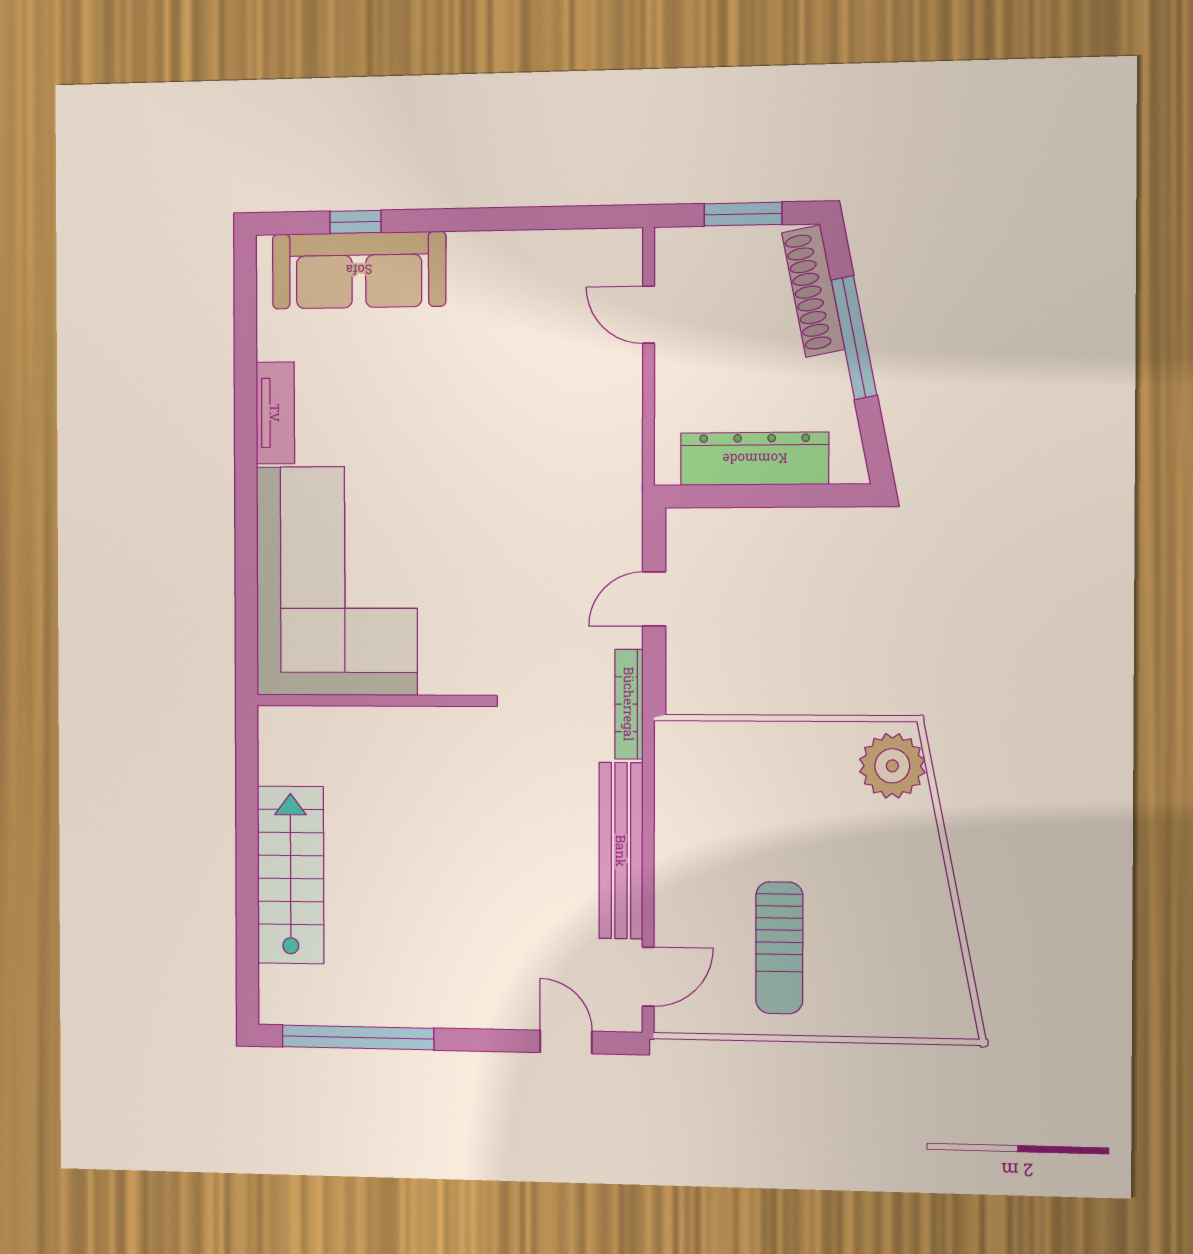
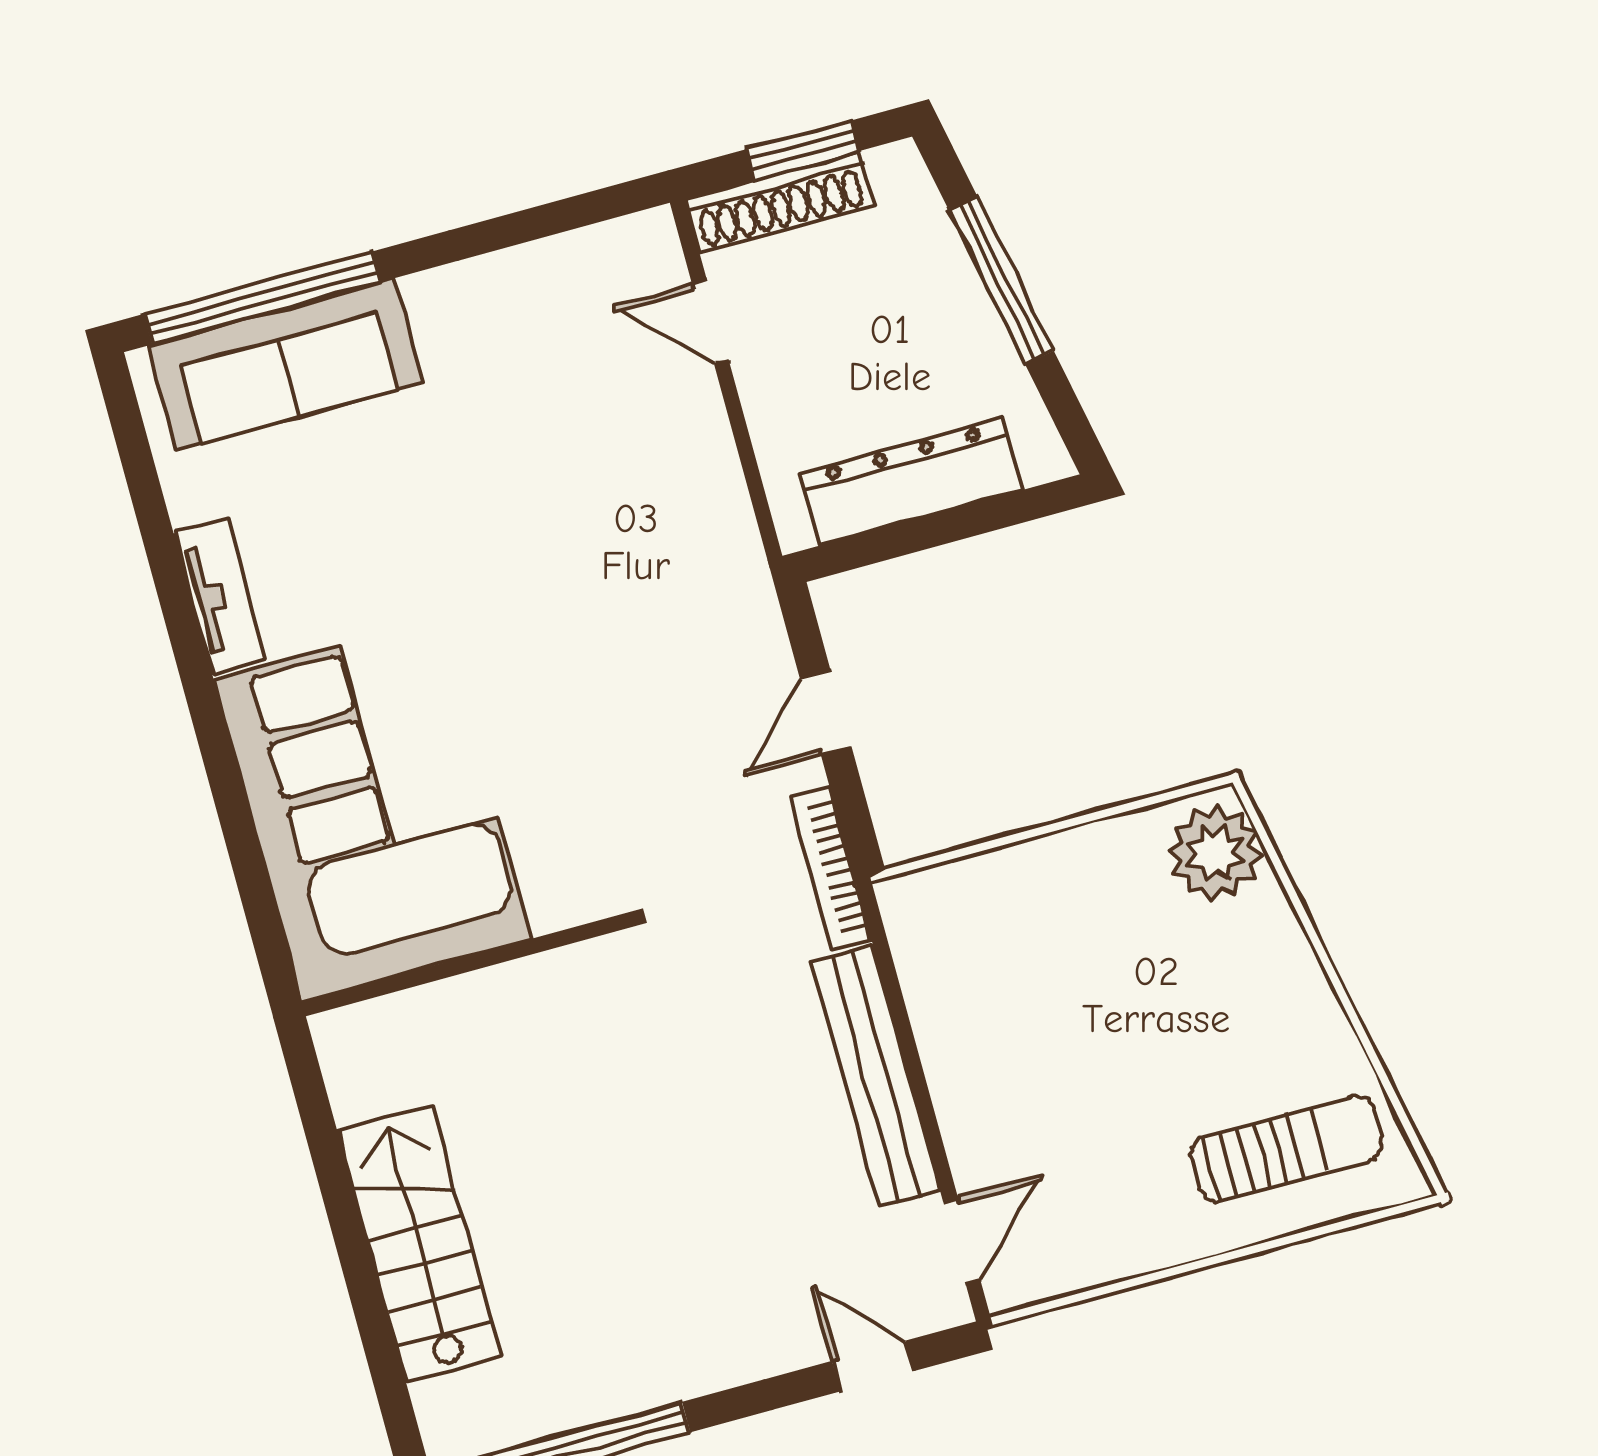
window: (356, 222) -> (262, 298), width x3.17
shoe rack: (813, 291) -> (779, 202), moved, turned -79
sun lounger: (779, 948) -> (1286, 1149), moved, turned -90

